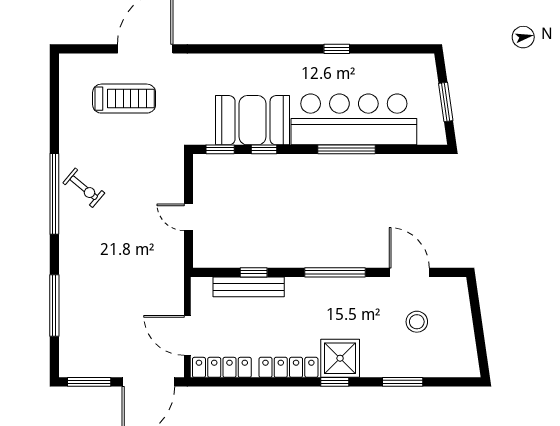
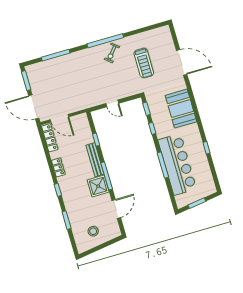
treadmill: (124, 99) -> (144, 63), moved
booth: (253, 120) -> (181, 109), moved
door: (188, 217) -> (112, 103), swing flipped
bench: (249, 287) -> (95, 160), moved
stool: (417, 322) -> (93, 231), moved
door: (187, 335) -> (59, 118), swing flipped
shower: (340, 358) -> (98, 186), moved
locker: (288, 367) -> (58, 167), width x0.66

